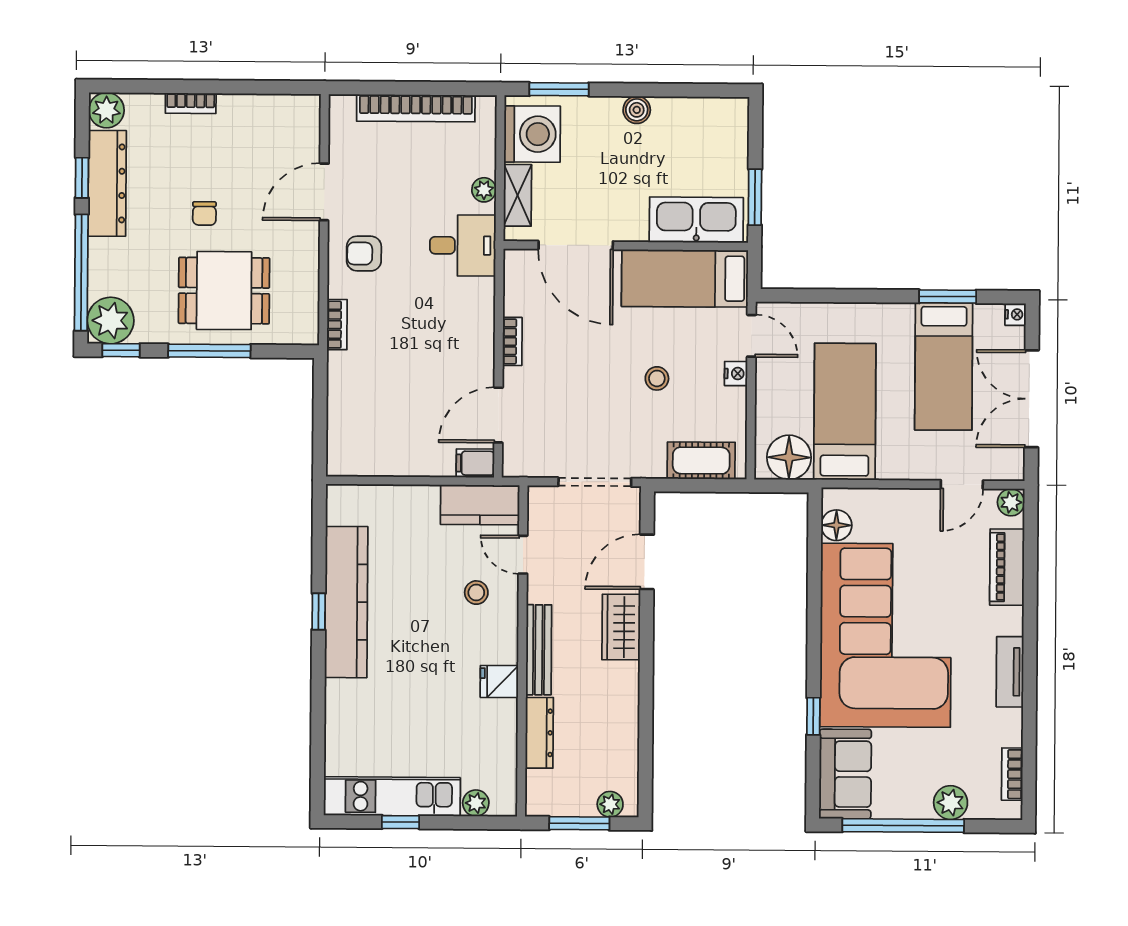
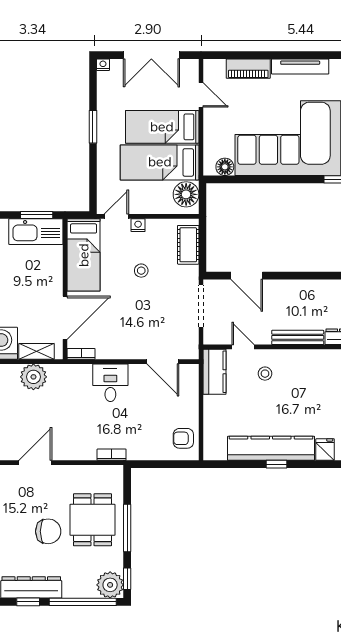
plant: (484, 190) -> (33, 377), width x1.88, depth x1.88
door: (324, 192) -> (35, 463), swing flipped
chair: (204, 213) -> (48, 531), width x1.87, depth x1.87
kitchen sink: (696, 220) -> (36, 232), moved, turned -90
desk: (463, 245) -> (110, 383), moved
armchair: (364, 254) -> (183, 438), moved, turned 90
window: (948, 297) -> (93, 127), moved
bookcase: (512, 341) -> (81, 354), moved
bed: (944, 366) -> (162, 127), moved, turned 180
filing cabinet: (475, 463) -> (191, 375), removed
plant: (1011, 502) -> (211, 67), removed
door: (523, 555) -> (243, 347), swing flipped
wardrobe: (621, 627) -> (284, 290), removed
tv unit: (1010, 672) -> (300, 67), width x1.41
fridge: (499, 682) -> (325, 450), moved, turned 180

